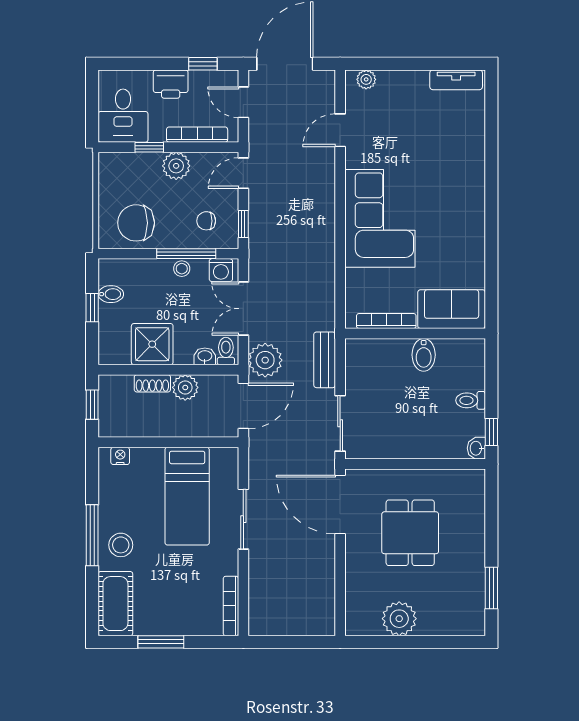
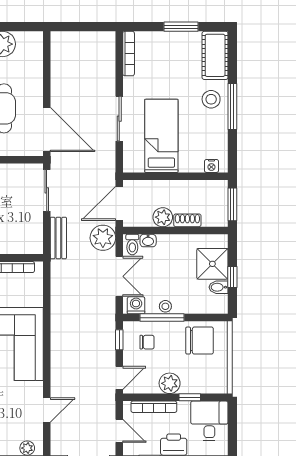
shower: (152, 344) -> (212, 264), moved
window: (92, 405) -> (232, 204), width x1.50

